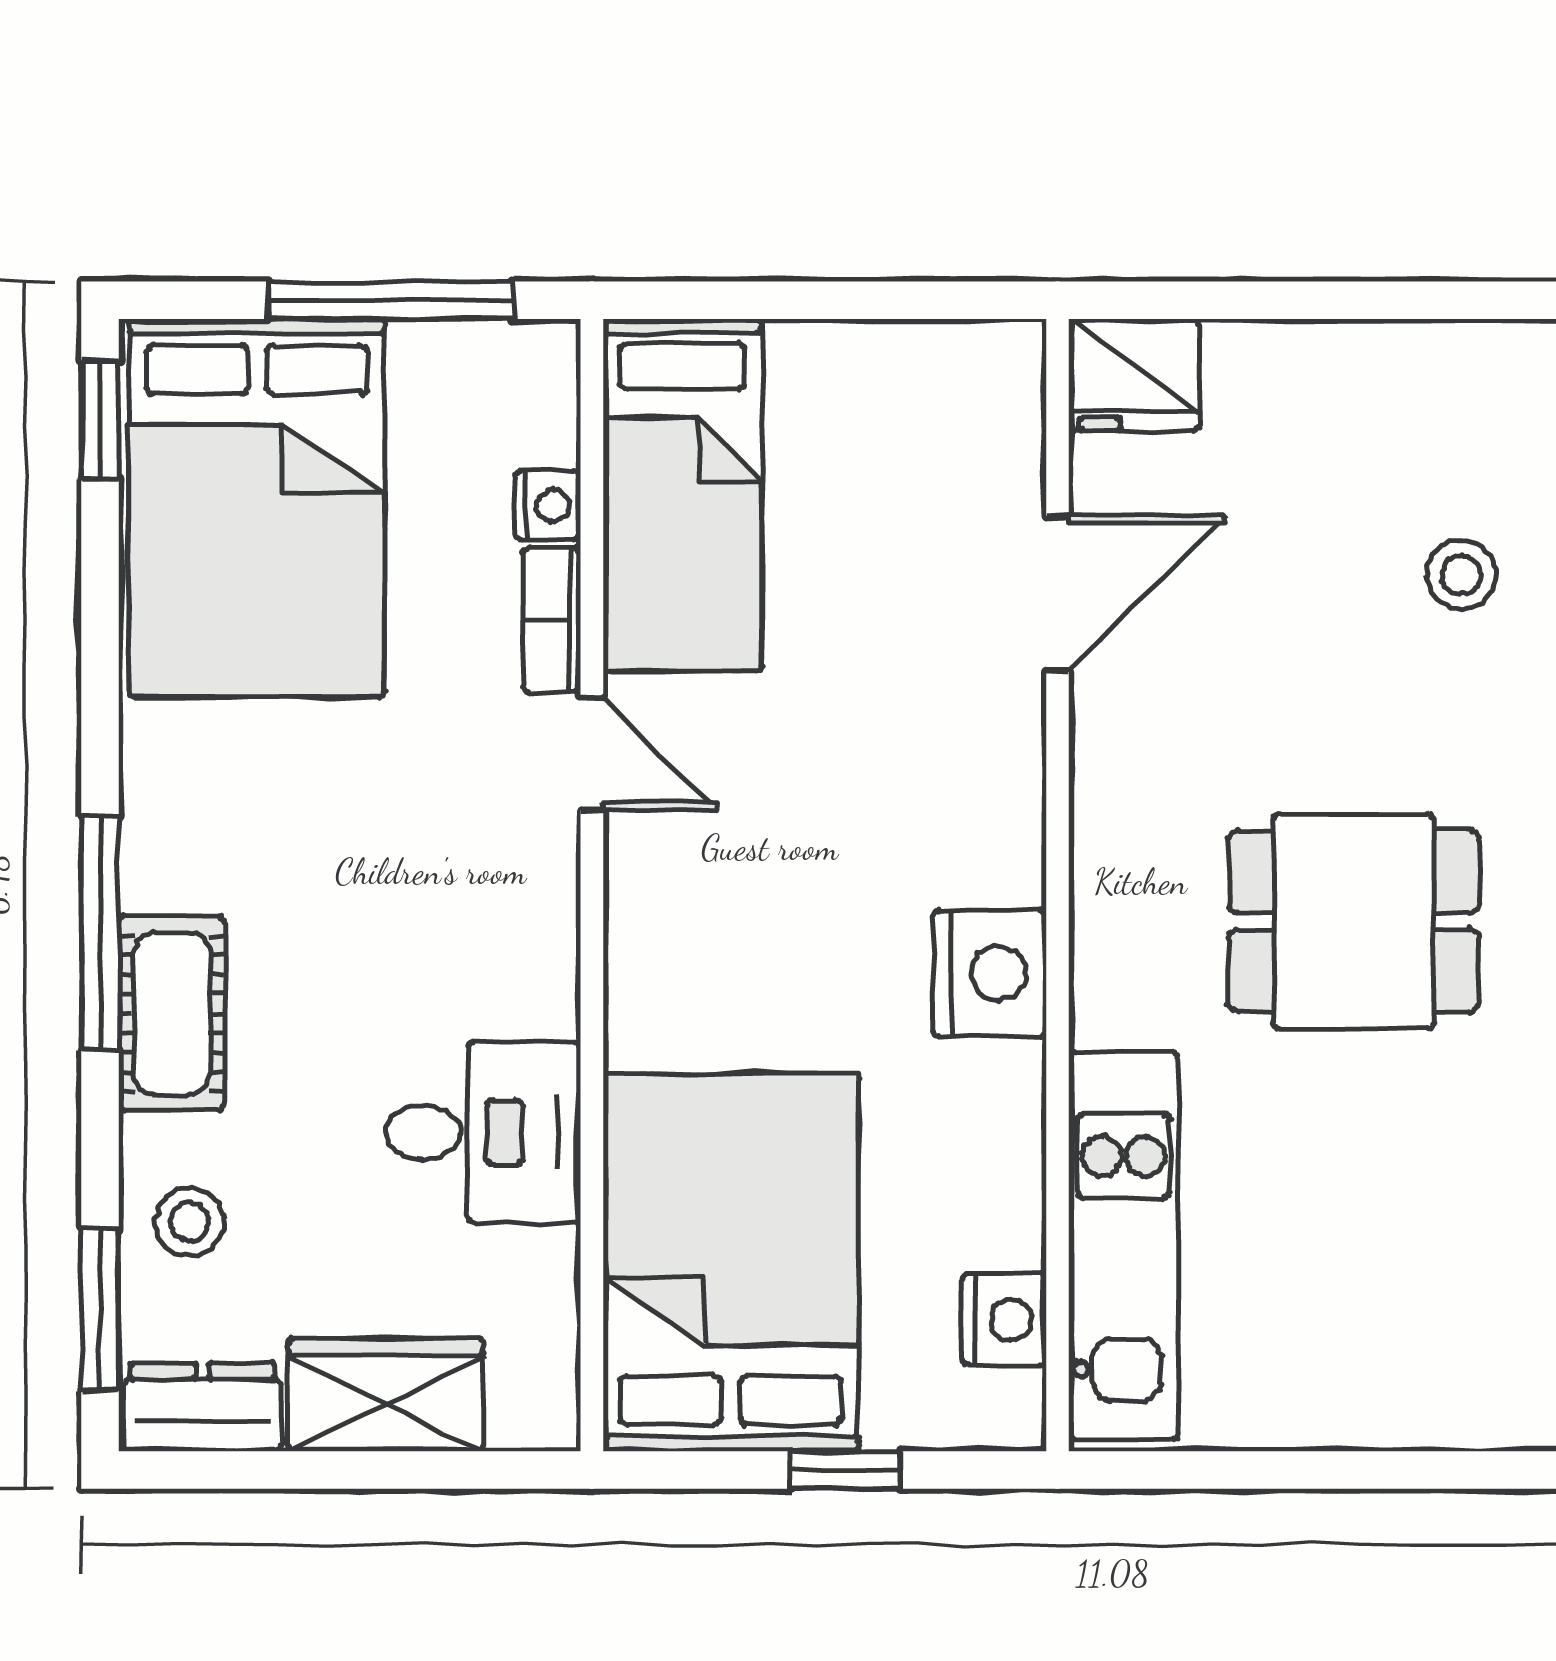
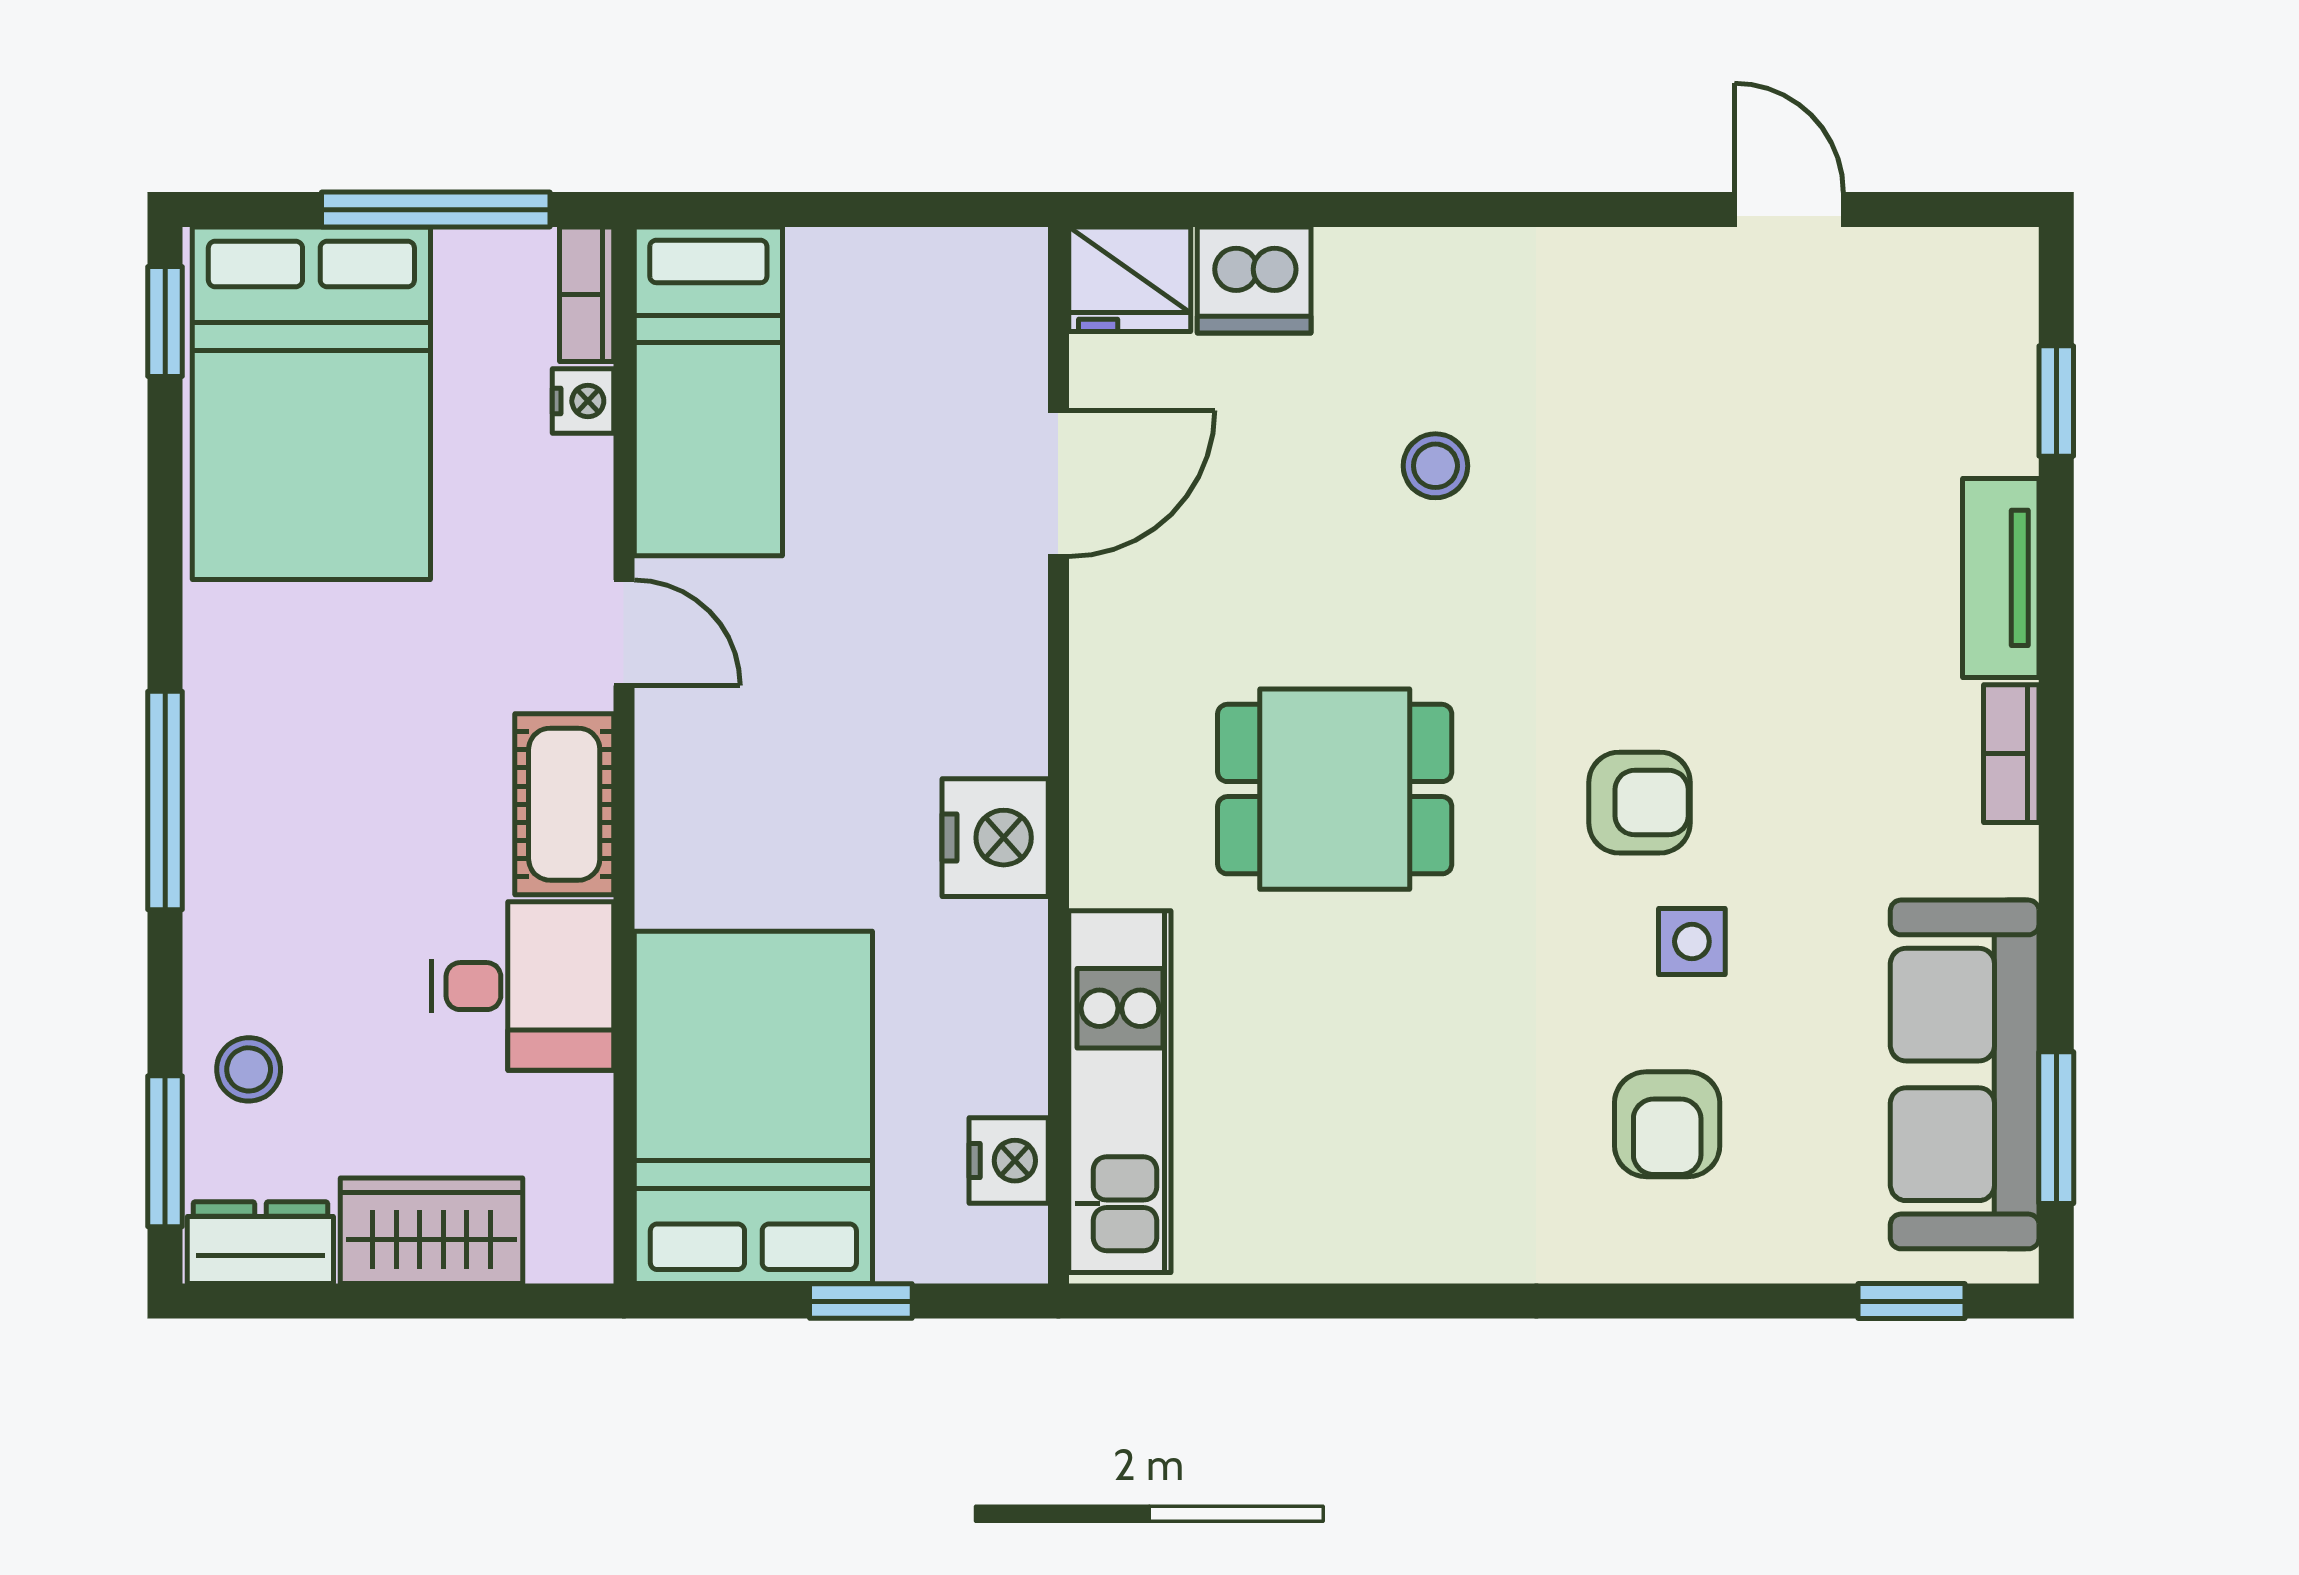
dishwasher: (1267, 376) -> (1254, 280), added
bookcase: (552, 620) -> (587, 294), moved
cot: (171, 1014) -> (564, 804), moved

